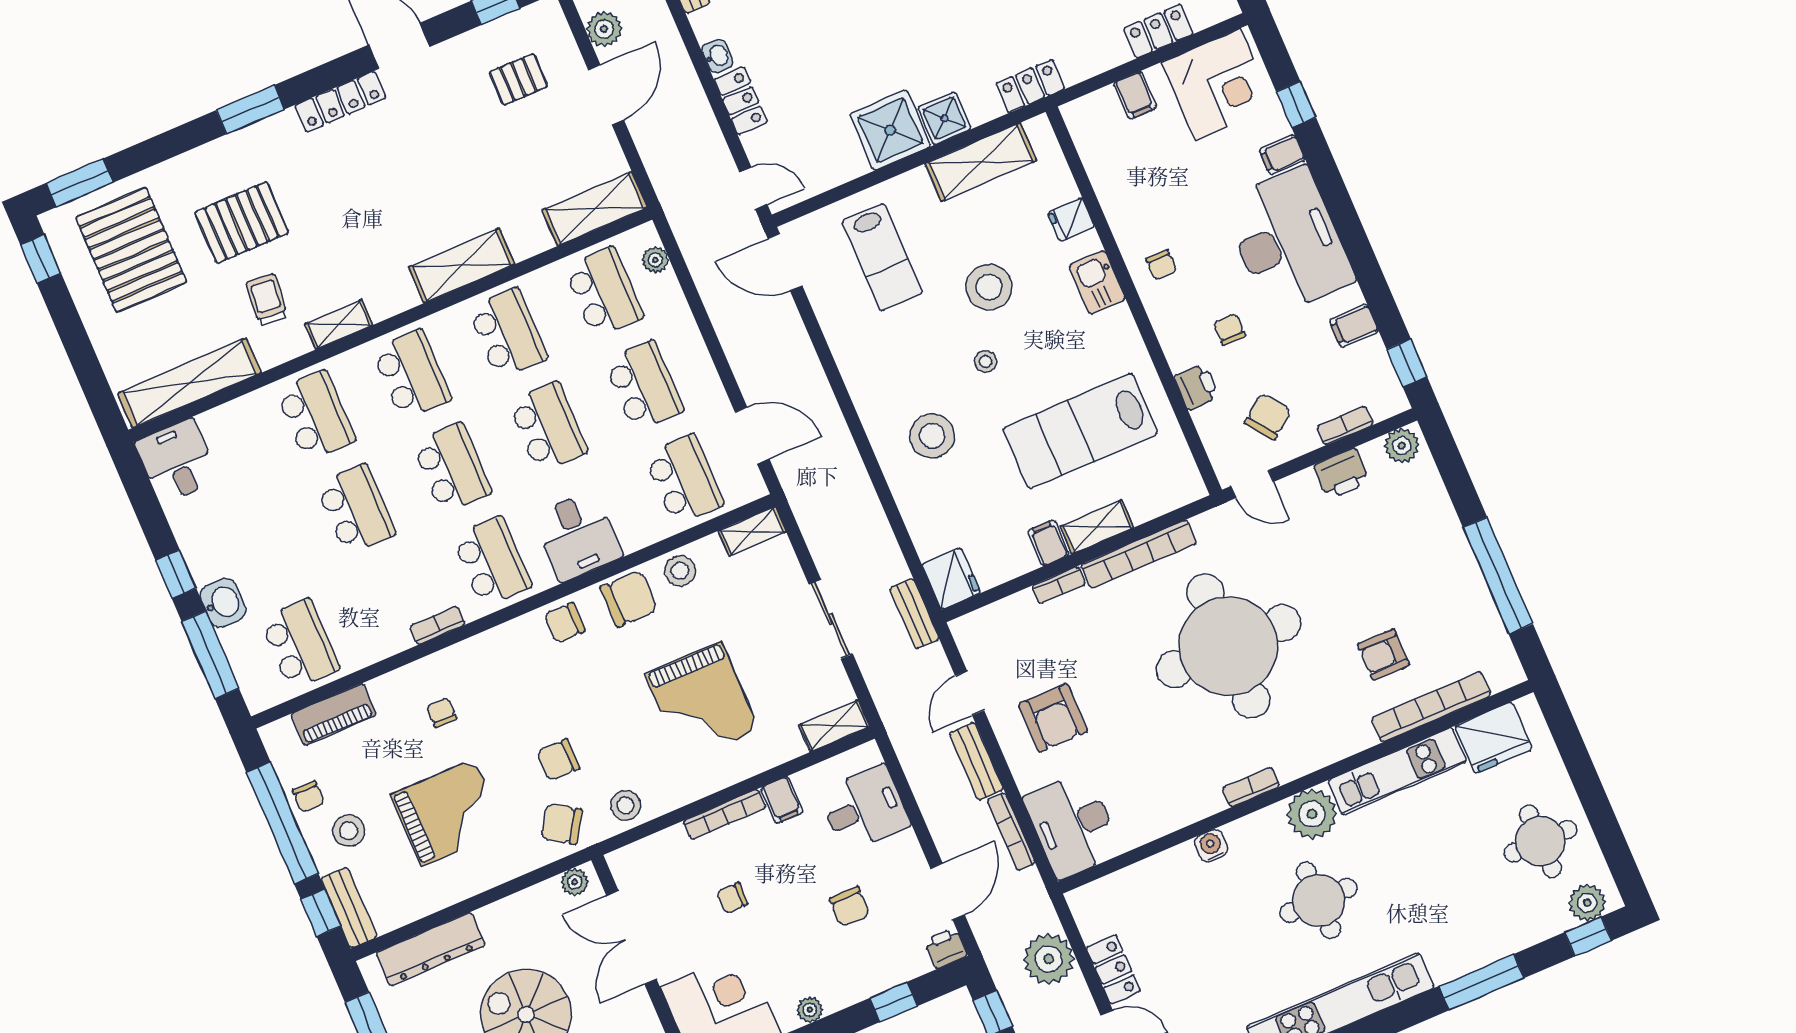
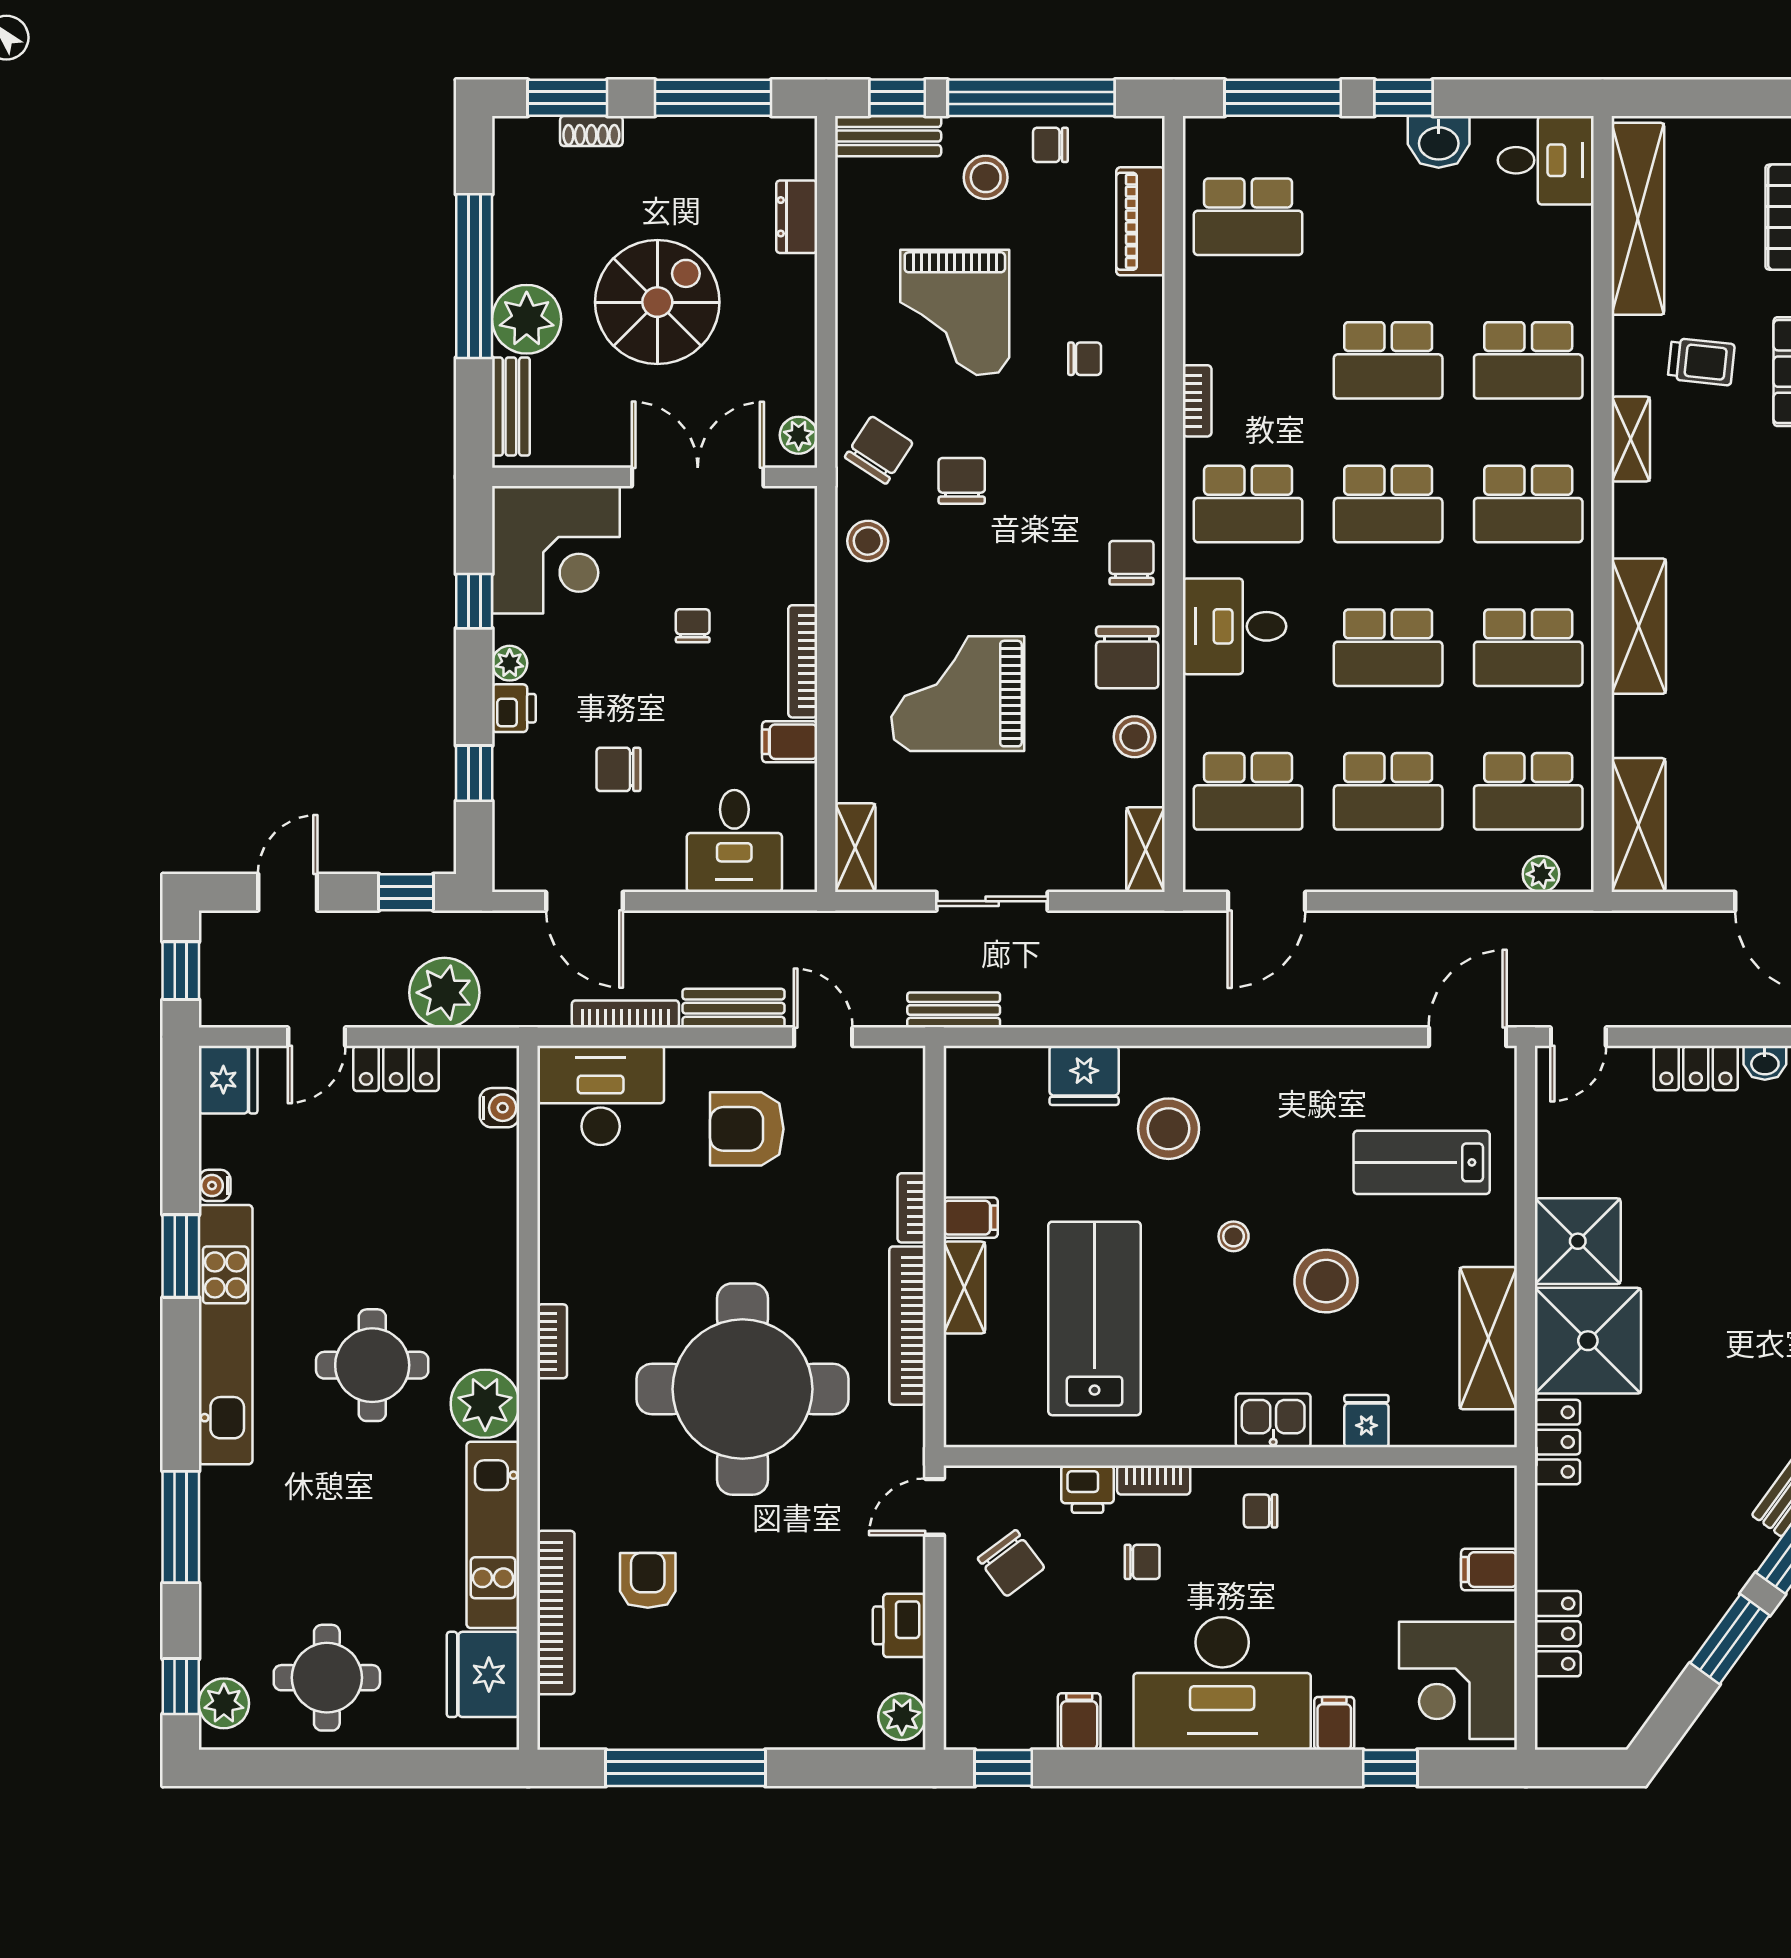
shower: (944, 118) -> (1588, 1341), width x1.86, depth x1.86
bookcase: (1345, 425) -> (1154, 1480), moved, turned 90
fridge: (951, 579) -> (1084, 1075), moved
washbasin: (223, 603) -> (1439, 142), moved
water cooler: (1211, 846) -> (500, 1108), moved
printer: (946, 948) -> (514, 708), moved
dresser: (431, 949) -> (797, 217), width x0.51, depth x0.80

